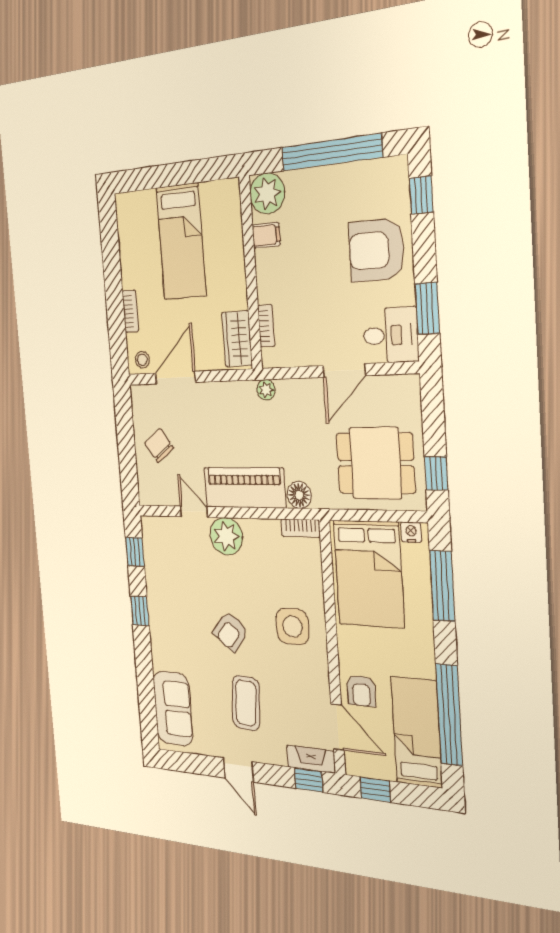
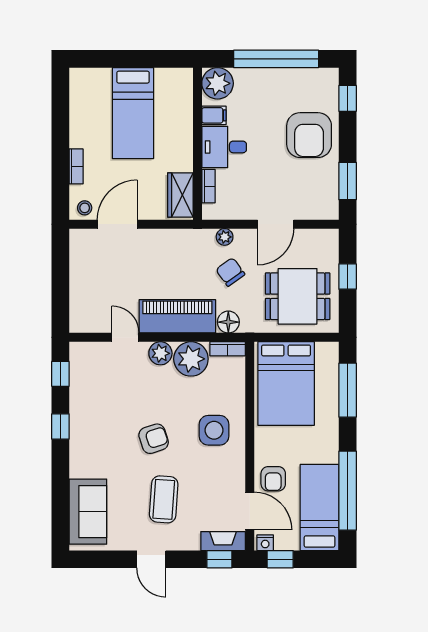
armchair: (377, 250) -> (309, 135), turned -90
desk: (391, 335) -> (224, 147), moved, turned 180
plant: (266, 390) -> (225, 237), moved
chair: (159, 446) -> (230, 272), moved
window: (436, 473) -> (348, 277), moved
nightstand: (411, 532) -> (265, 543), moved, turned 180
plant: (226, 536) -> (160, 353), width x0.73, depth x0.73
plant: (262, 539) -> (191, 359), added
armchair: (231, 632) -> (154, 439), turned -146

